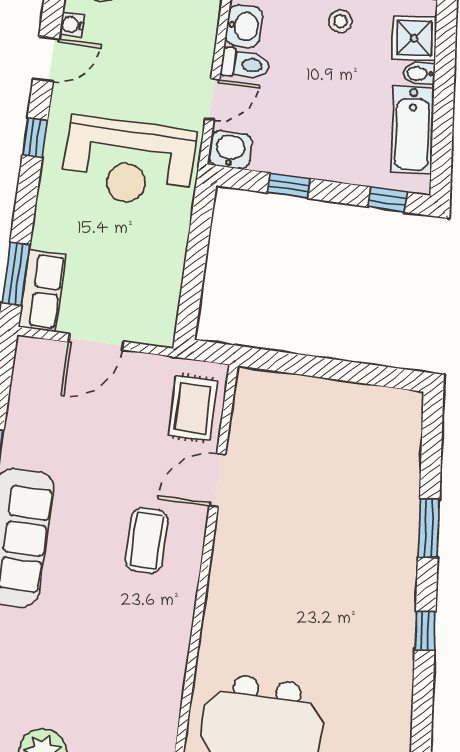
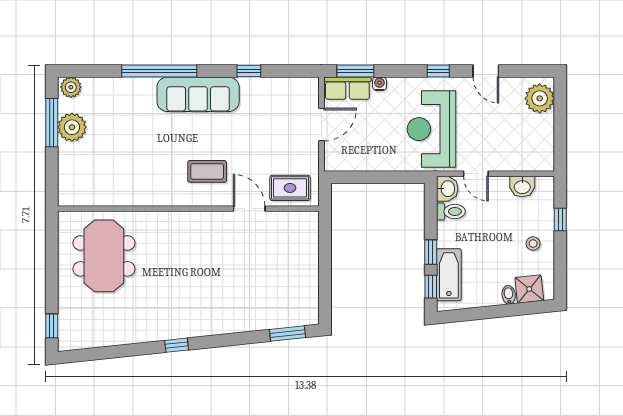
water cooler: (72, 25) -> (379, 84), moved
toilet: (245, 64) -> (451, 212), moved, turned -90
bathtub: (412, 130) -> (449, 275), moved, turned 96
window: (289, 186) -> (431, 252), moved
door: (96, 342) -> (321, 125), swing flipped
window: (429, 528) -> (287, 334), moved

